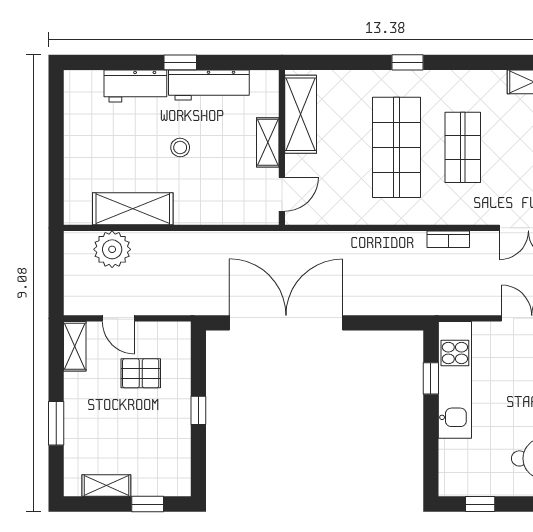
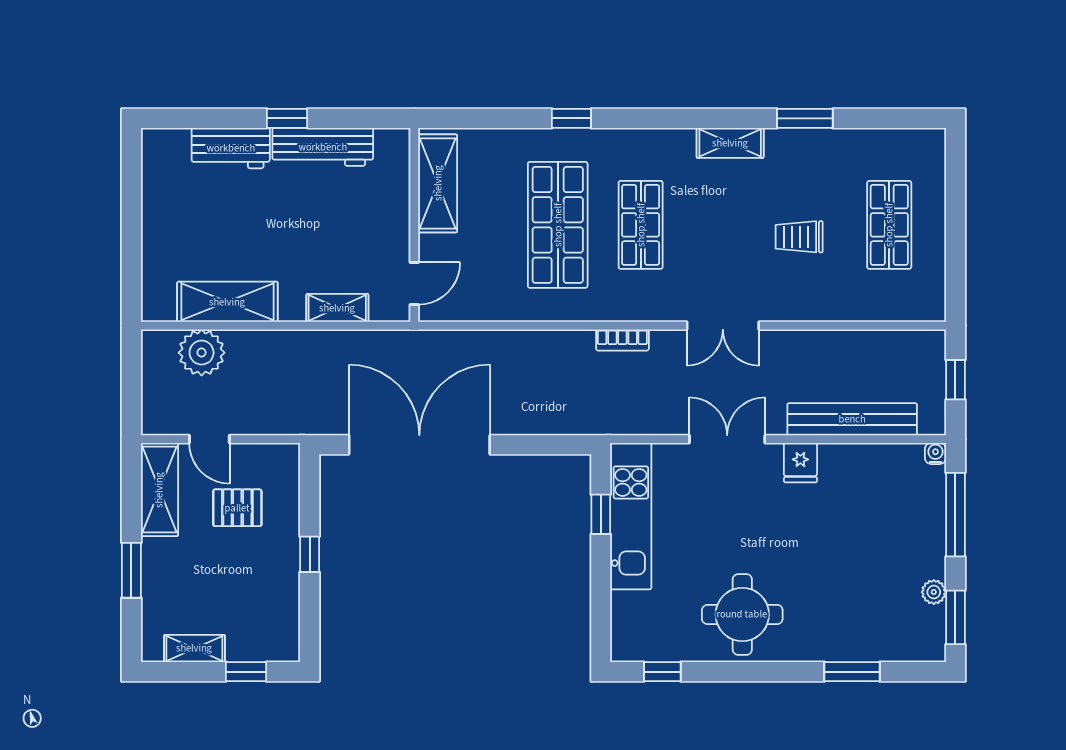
shelving: (268, 142) -> (337, 308), moved, turned 90
stool: (180, 147) -> (287, 225), removed
shelving: (75, 346) -> (159, 490), width x1.50, depth x1.33

